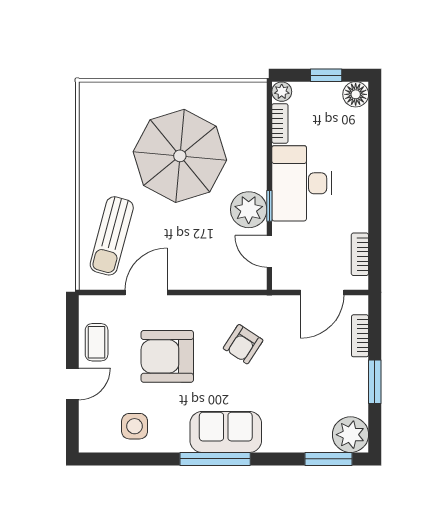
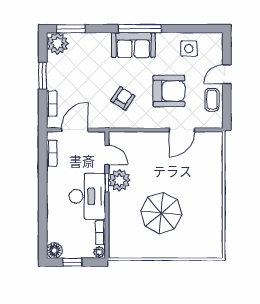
parasol: (180, 156) -> (161, 213), width x0.73, depth x0.73
sun lounger: (112, 236) -> (203, 164), removed

